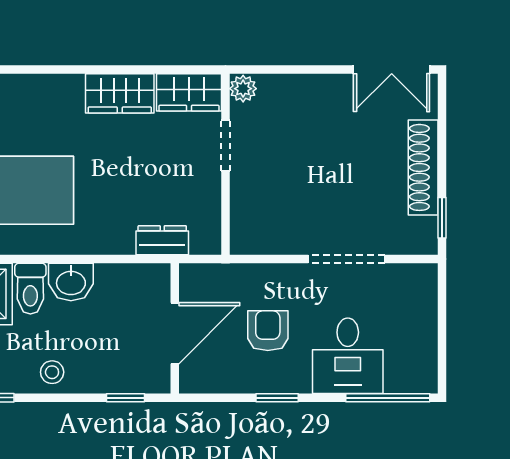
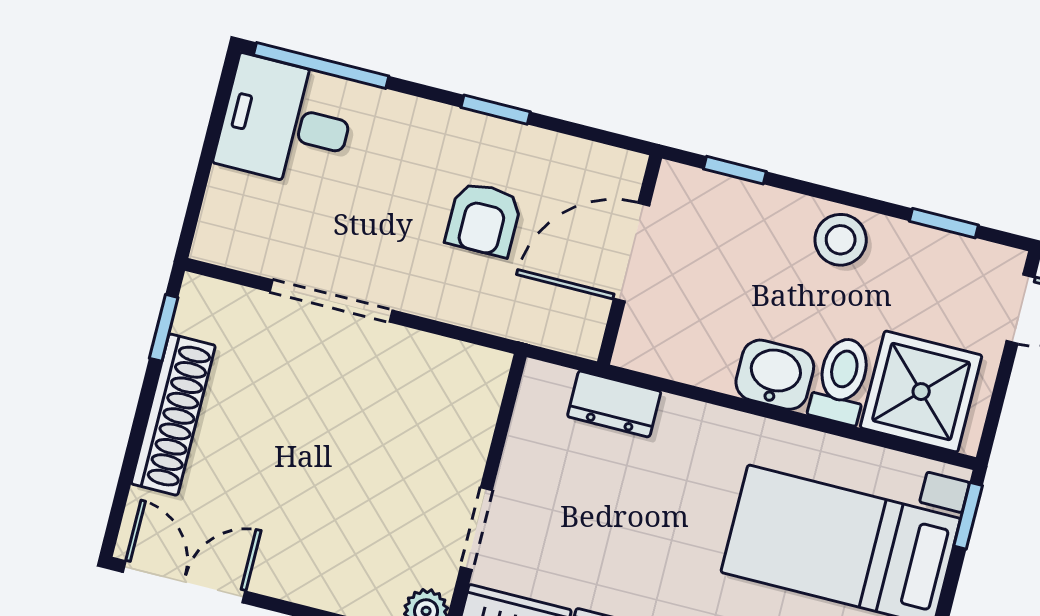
desk: (348, 356) -> (286, 122), moved, turned -90
stool: (52, 372) -> (841, 240), width x1.37, depth x1.37

